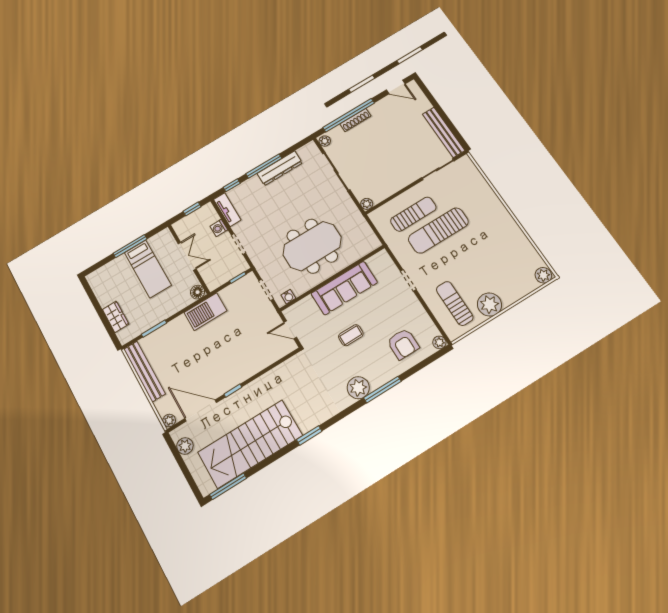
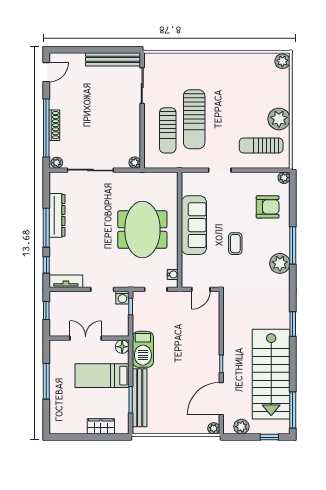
sun lounger: (413, 214) -> (168, 130), turned 180
washing machine: (219, 228) -> (122, 298), moved
bed: (148, 269) -> (102, 376), moved, turned 180
bench: (144, 371) -> (140, 398), moved, turned 90
window: (190, 479) -> (269, 437), added

